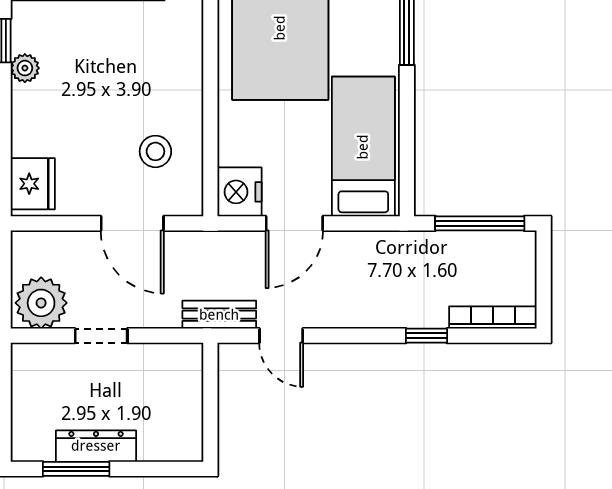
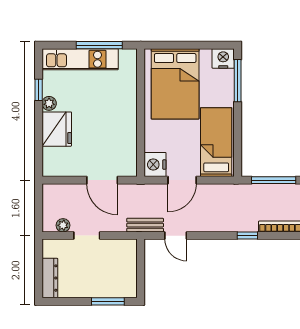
stool: (155, 151) -> (114, 145), removed
fridge: (33, 184) -> (57, 129), moved, width x1.36, depth x1.34
plant: (41, 303) -> (63, 225), width x0.53, depth x0.53
dresser: (96, 446) -> (50, 278), moved, turned 90
window: (76, 469) -> (108, 301), moved

